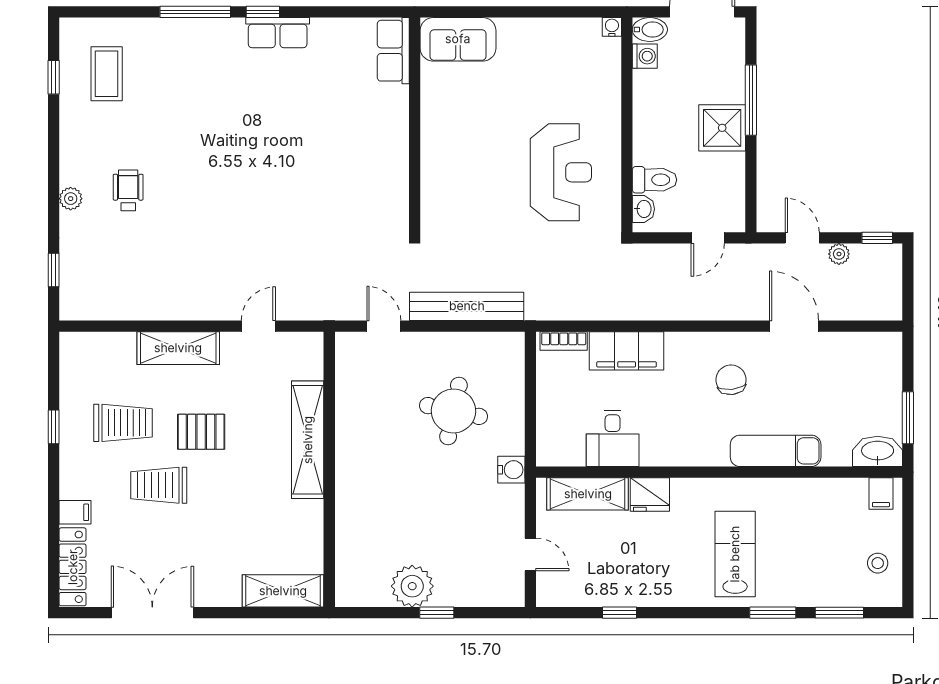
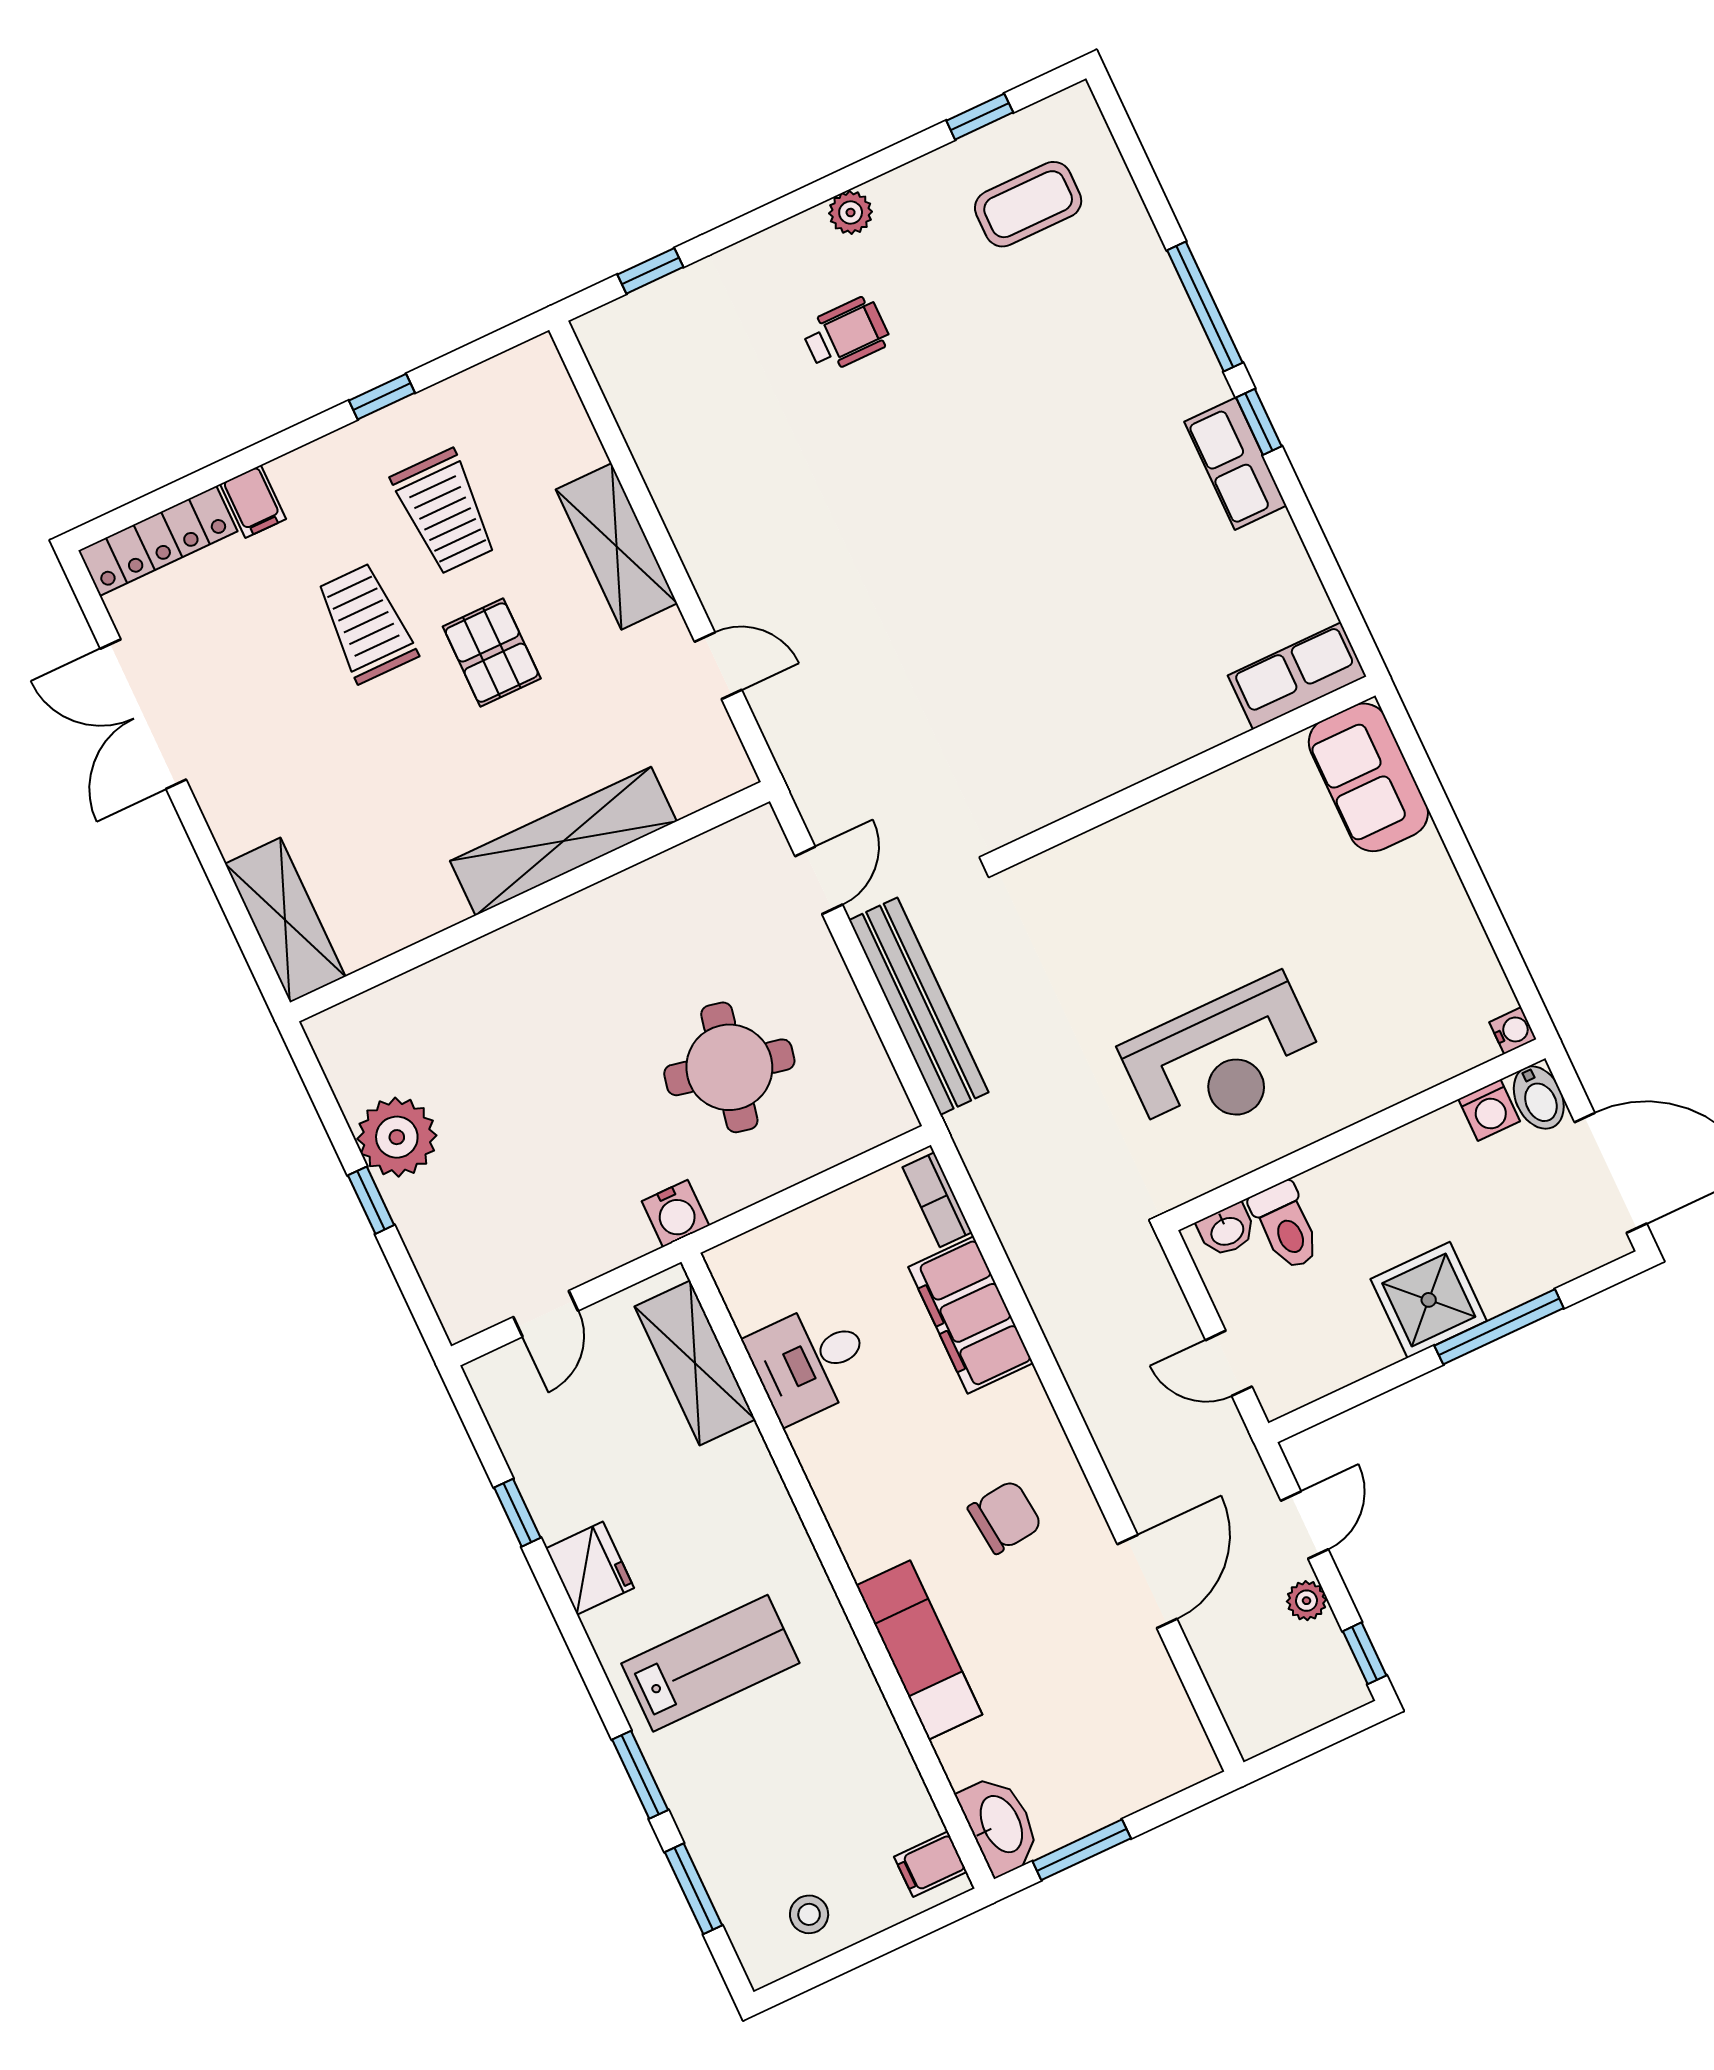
plant: (71, 199) -> (851, 213), moved
fridge: (650, 494) -> (590, 1568), moved, turned 180
double door: (152, 613) -> (143, 714), swing flipped

